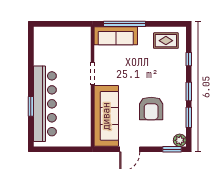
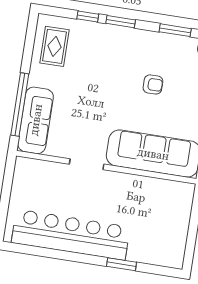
window: (189, 92) -> (121, 22), moved
bar counter: (45, 104) -> (71, 235), moved
armchair: (151, 109) -> (153, 84), width x0.53, depth x0.53

